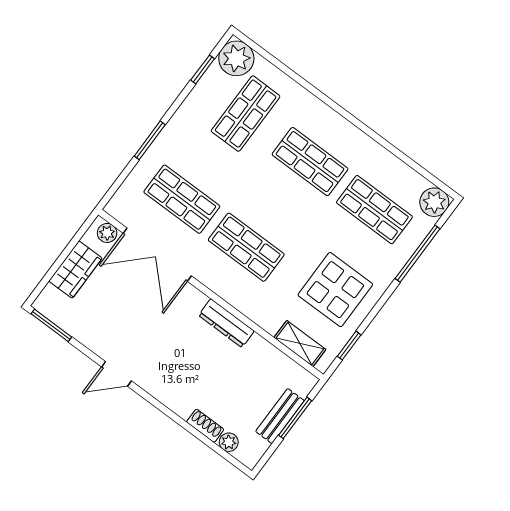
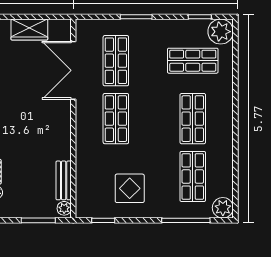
plant: (107, 233) -> (64, 208), moved
display table: (335, 290) -> (130, 188), width x0.73, depth x0.73
dresser: (226, 323) -> (63, 140), removed
shelving: (300, 344) -> (83, 191), removed
bench: (280, 416) -> (64, 180), moved, turned 90

